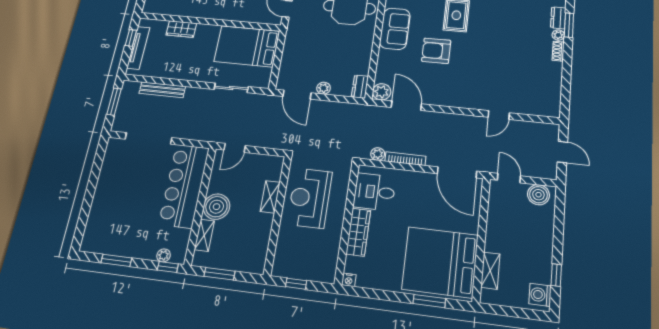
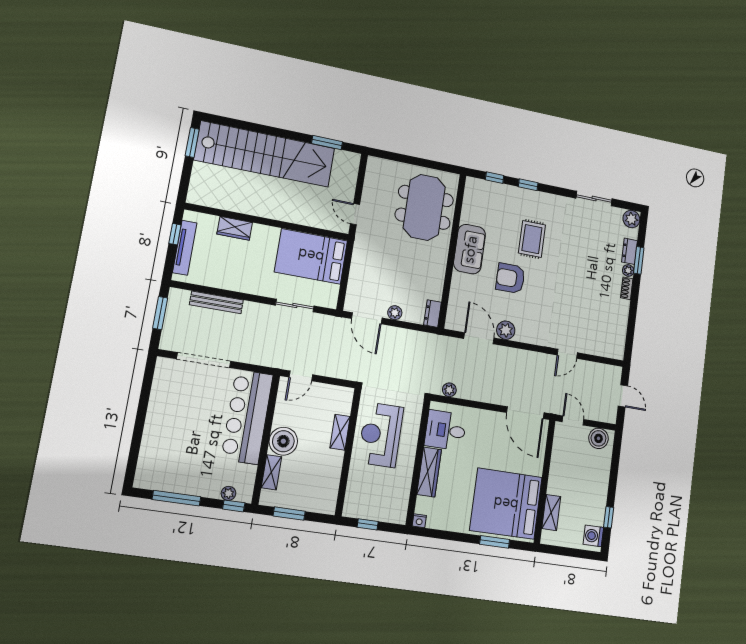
plant: (382, 92) -> (506, 330), moved
bookcase: (405, 159) -> (476, 396), removed
window: (116, 260) -> (177, 498), width x1.44

